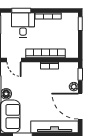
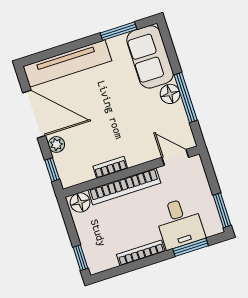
floor lamp: (71, 52) -> (80, 202), added

